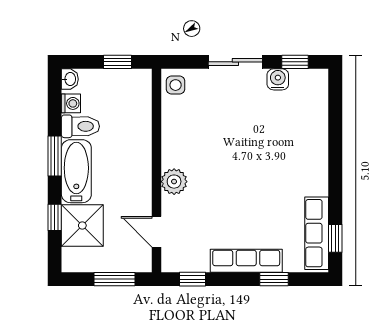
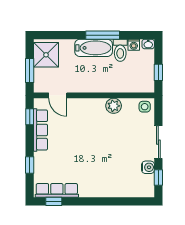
window: (55, 156) -> (103, 35), width x1.44
plant: (174, 182) -> (114, 106), moved
window: (55, 217) -> (66, 35), removed
shower: (82, 226) -> (46, 55), moved
door: (156, 232) -> (58, 95), swing flipped
row of seats: (246, 261) -> (41, 130), moved

